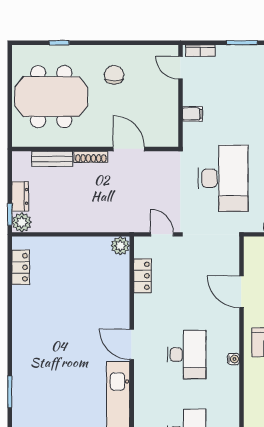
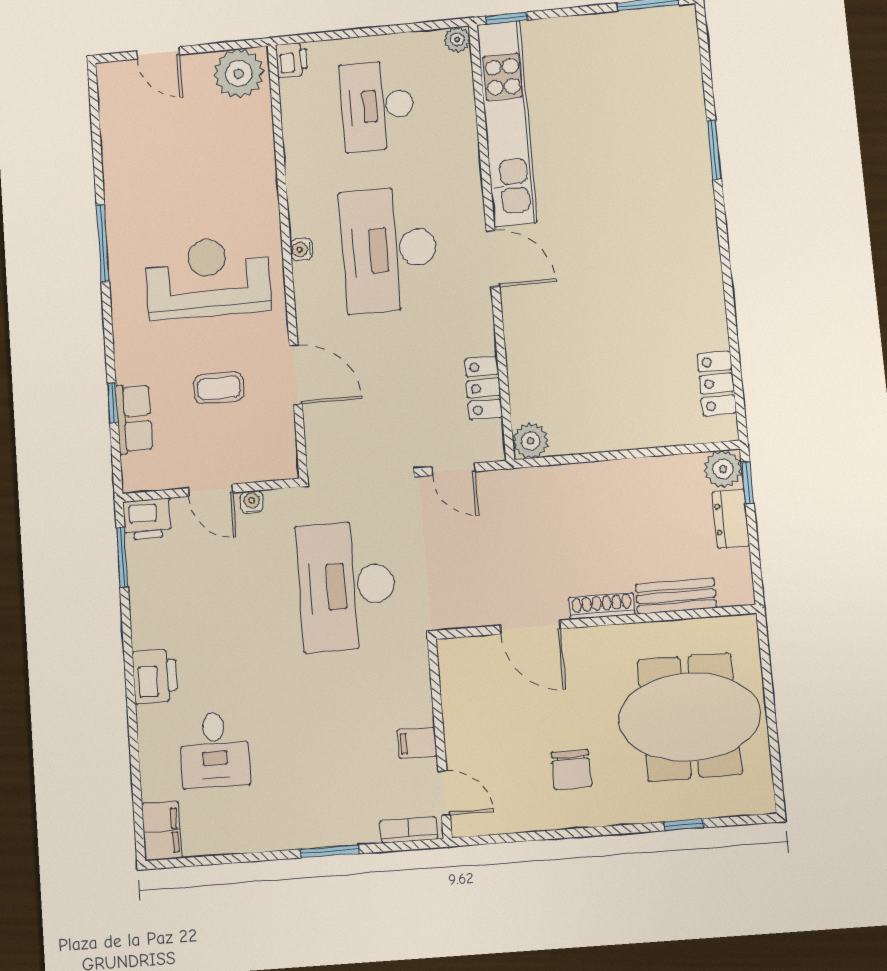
filing cabinet: (192, 114) -> (417, 743), moved
desk: (187, 355) -> (389, 249), width x1.36, depth x1.30

